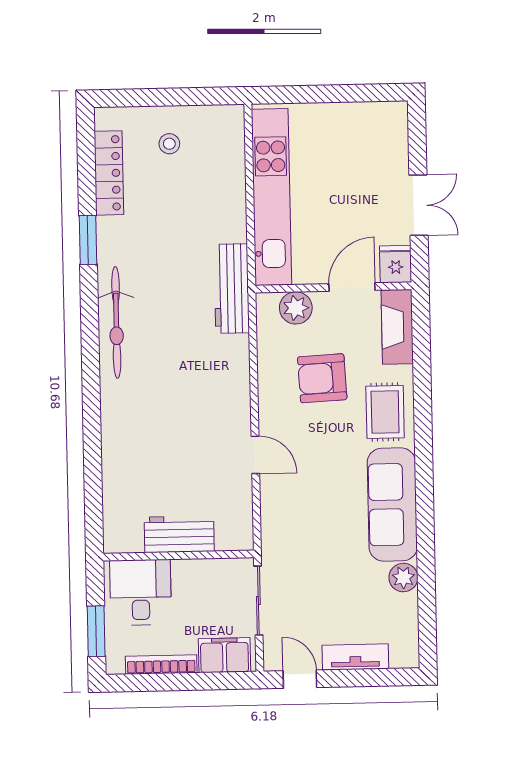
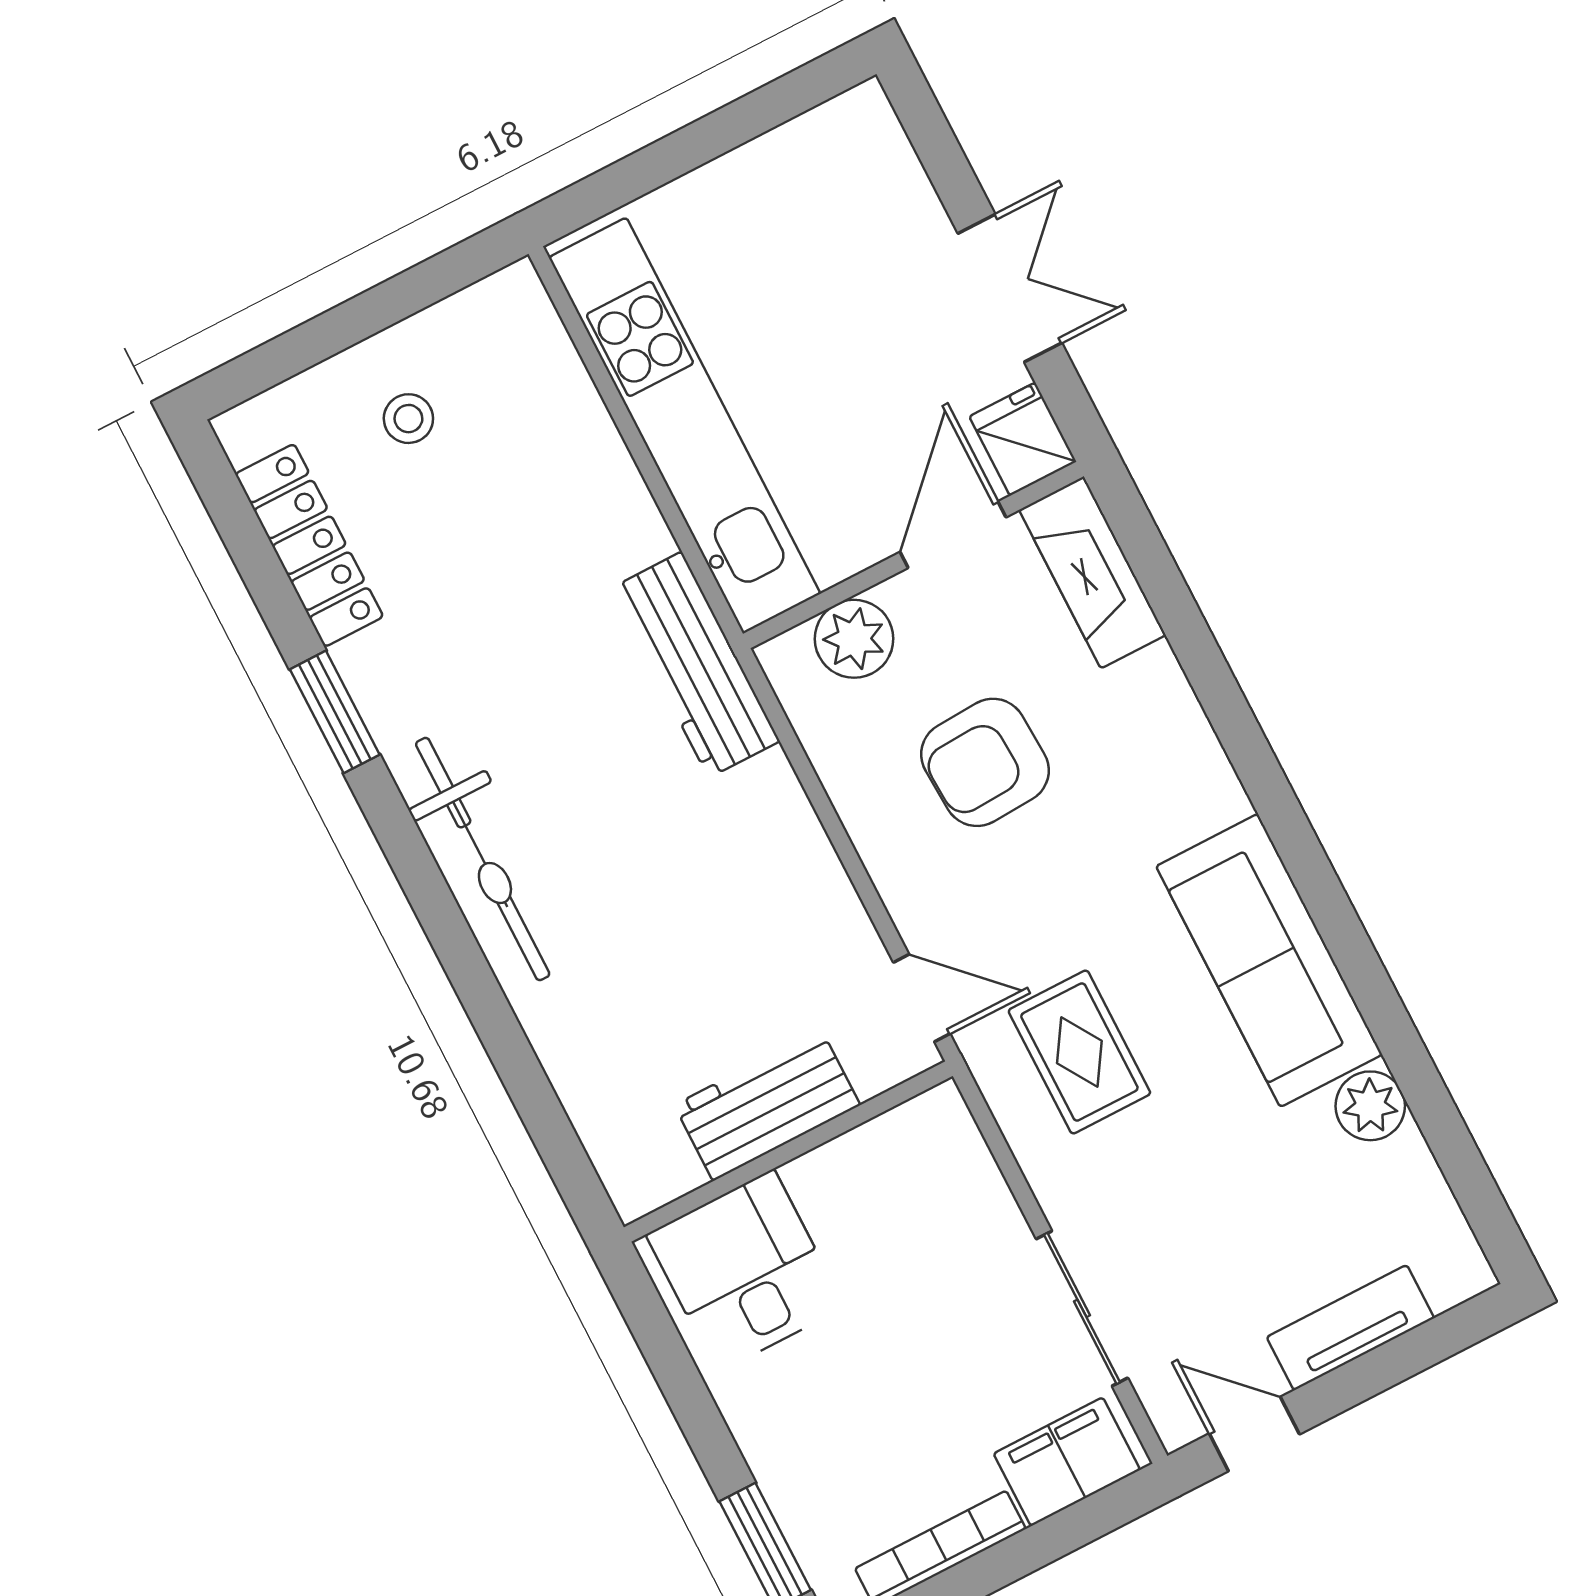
rug: (385, 412) -> (1079, 1052), moved
workbench: (179, 534) -> (767, 1105), moved
wall: (179, 555) -> (788, 1152), moved
desk: (141, 592) -> (745, 1271), moved

